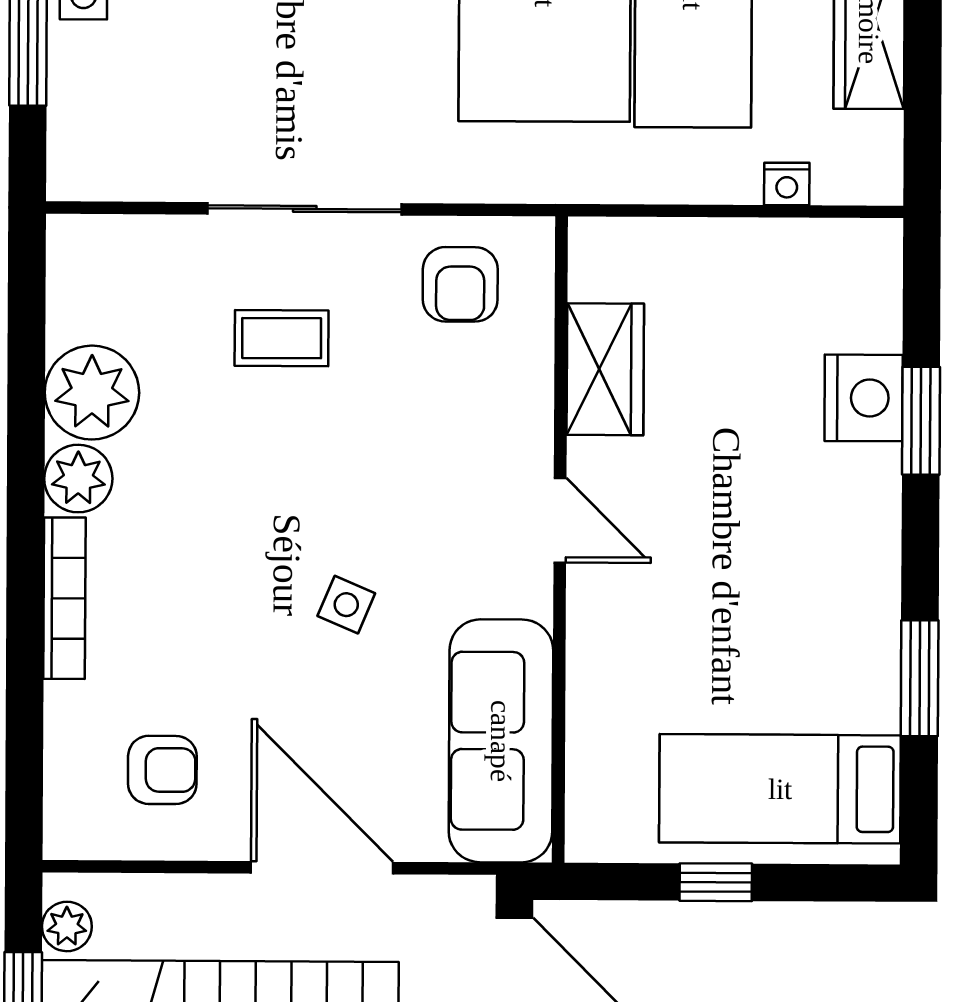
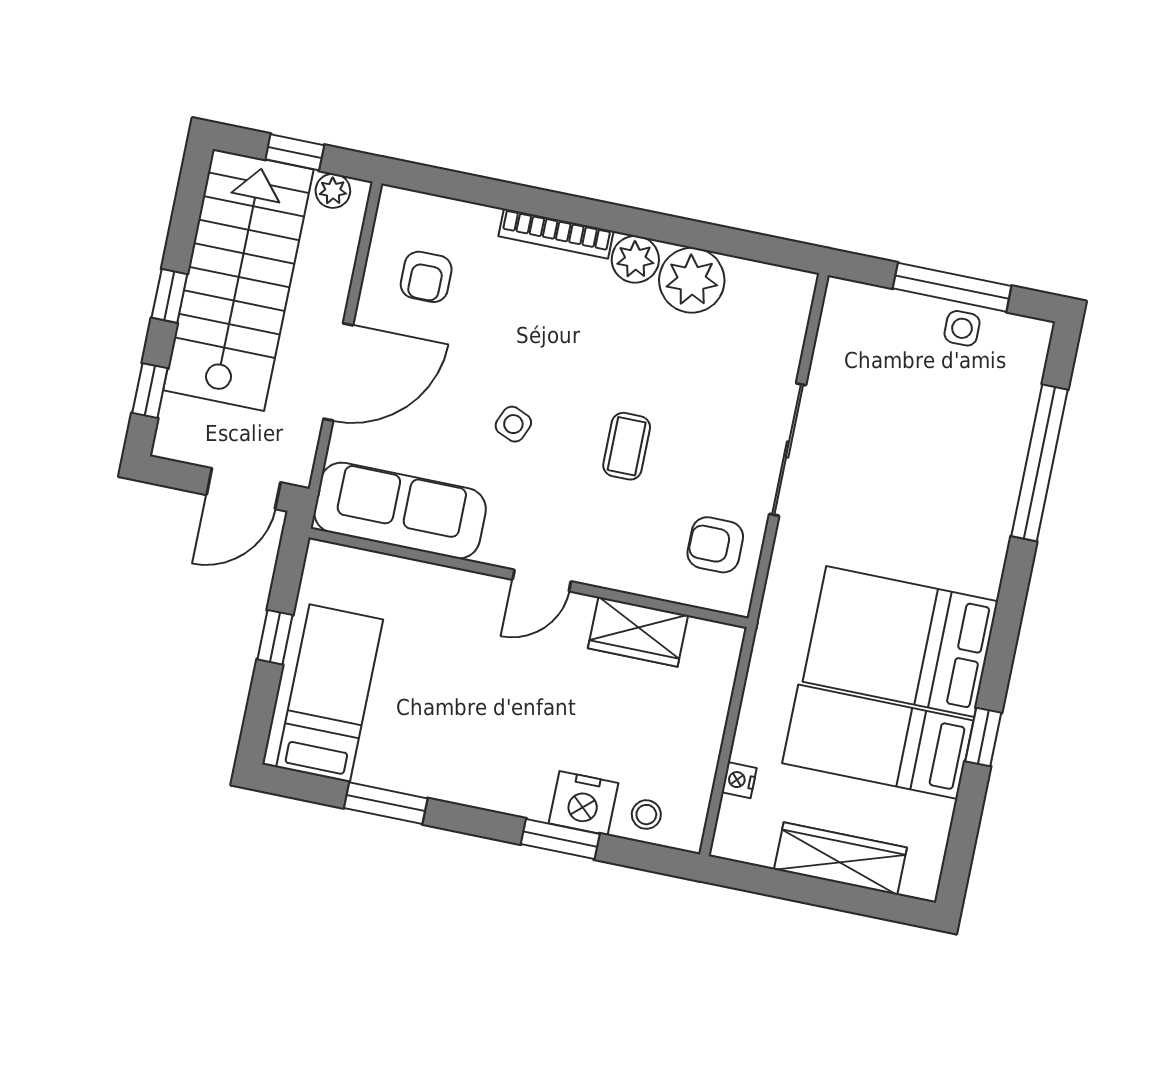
stool: (862, 306) -> (646, 815), added
coffee table: (282, 338) -> (627, 446), moved

